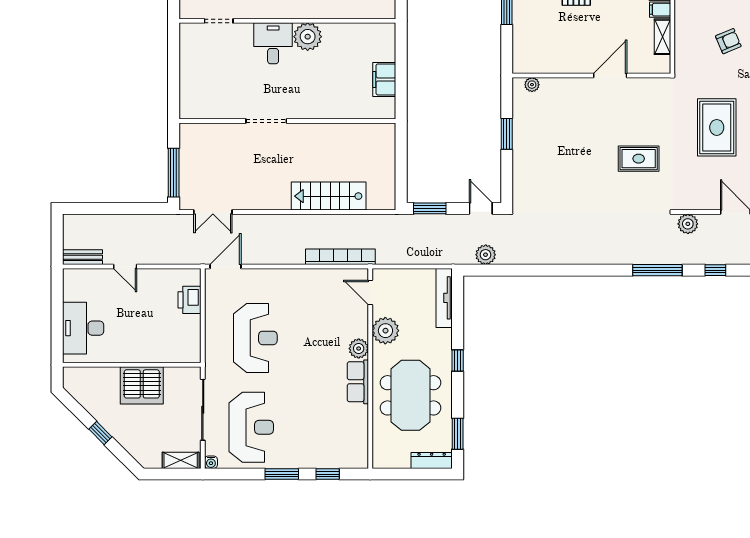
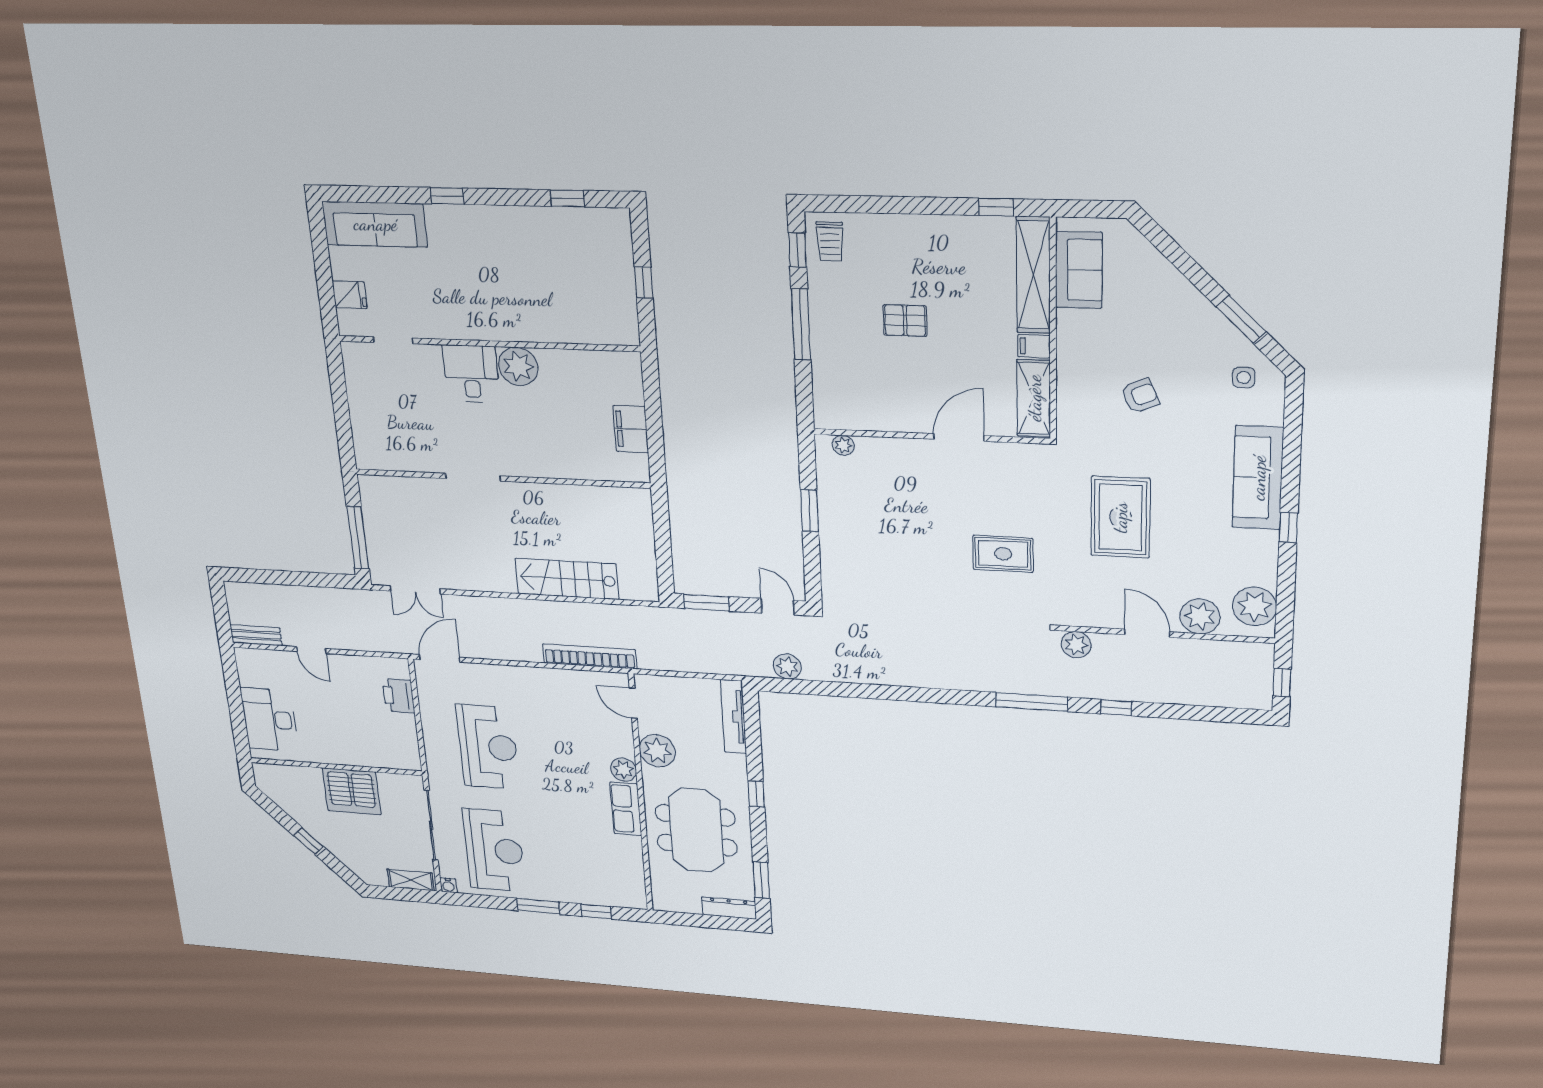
shelving: (662, 37) -> (1034, 398), width x1.50, depth x1.33

